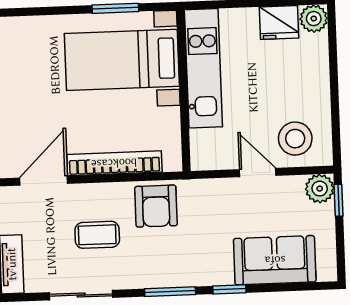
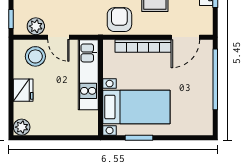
fridge: (279, 22) -> (23, 90), moved, turned 90
kitchen unit: (203, 68) -> (88, 75), moved
plant: (320, 189) -> (36, 26), moved

